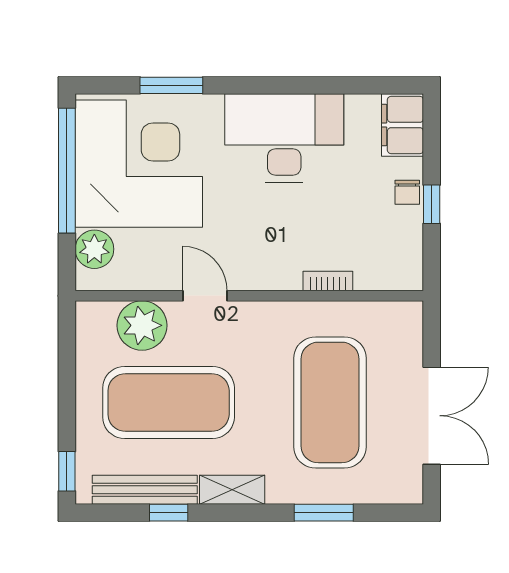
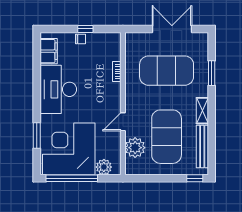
filing cabinet: (403, 125) -> (49, 51), moved, turned -90
window: (169, 513) -> (212, 137), removed

